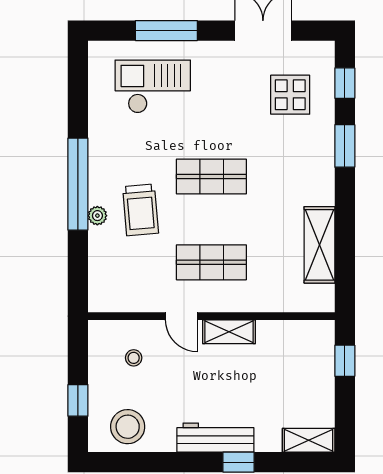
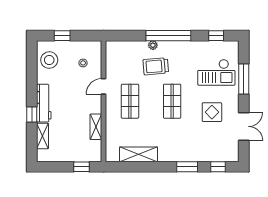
window: (78, 87) -> (216, 36), added
checkout: (153, 87) -> (216, 72), turned 90
display table: (290, 95) -> (212, 112), moved
shelving: (229, 332) -> (96, 127), moved
shelving: (309, 440) -> (43, 136), moved

